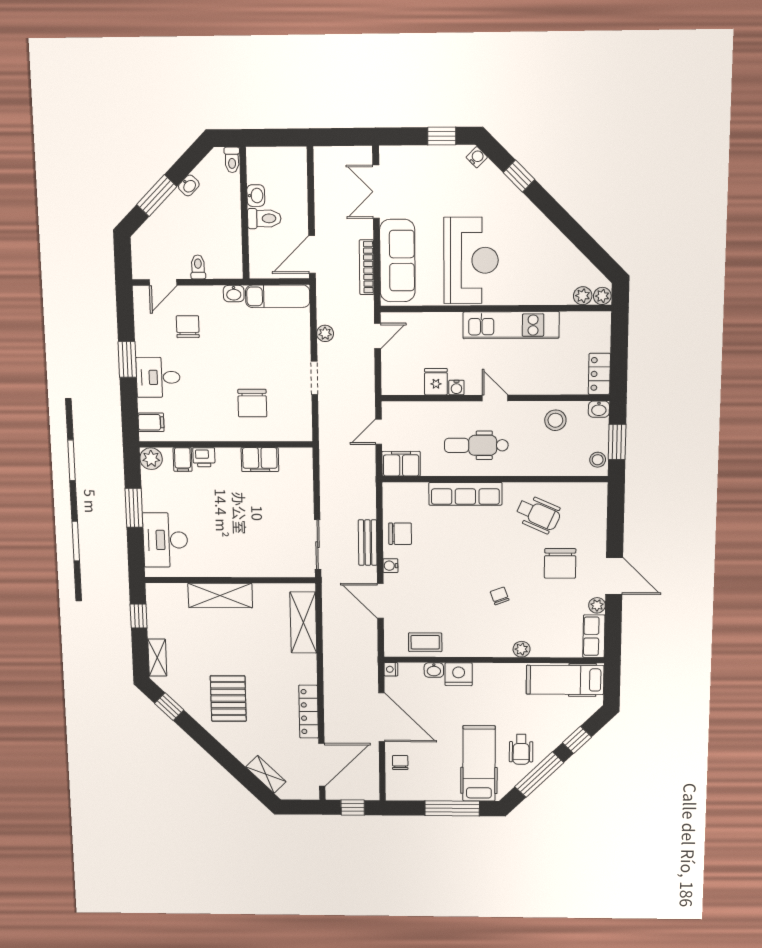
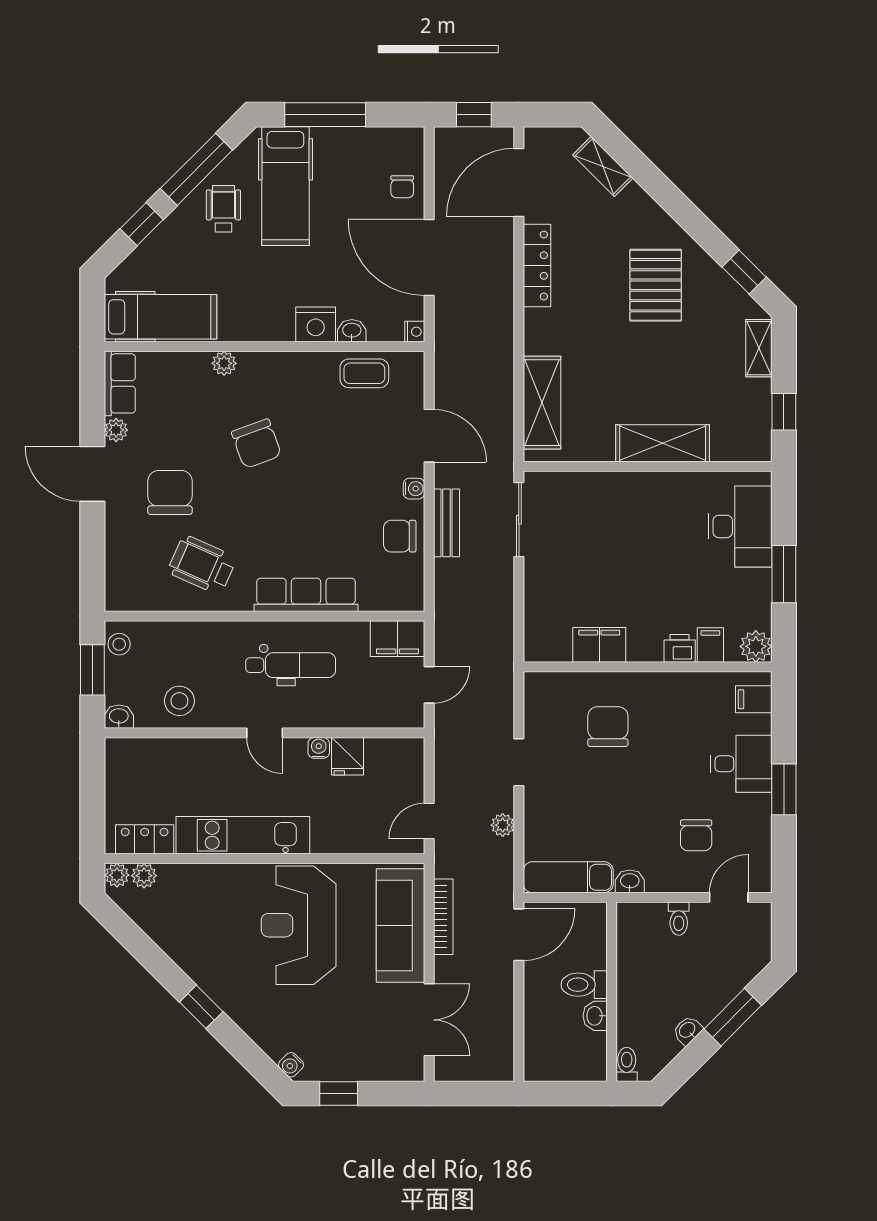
window: (519, 176) -> (201, 1007), moved
locker: (599, 374) -> (145, 839), moved, turned -90
chair: (500, 596) -> (256, 444), width x1.87, depth x1.87

